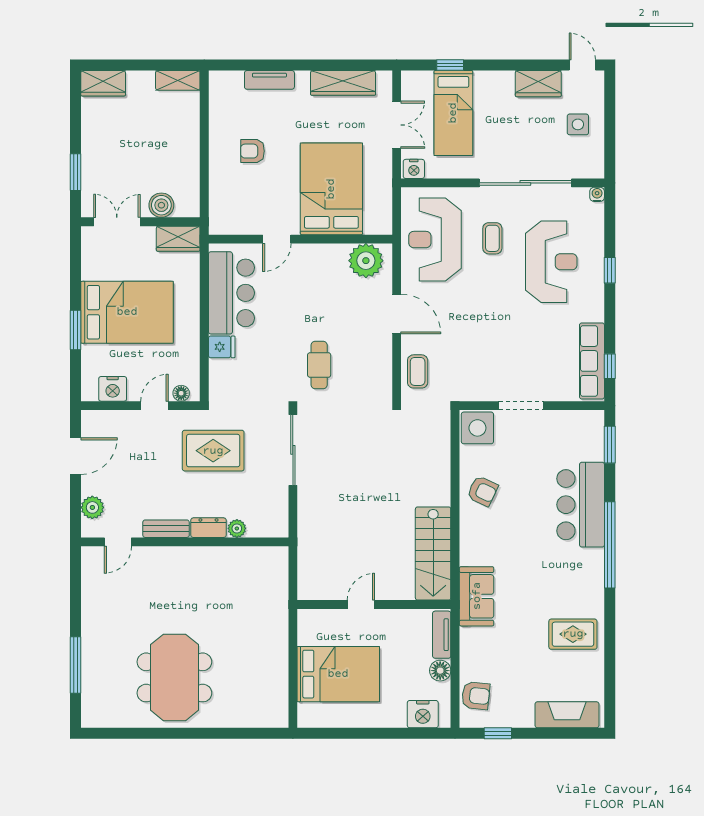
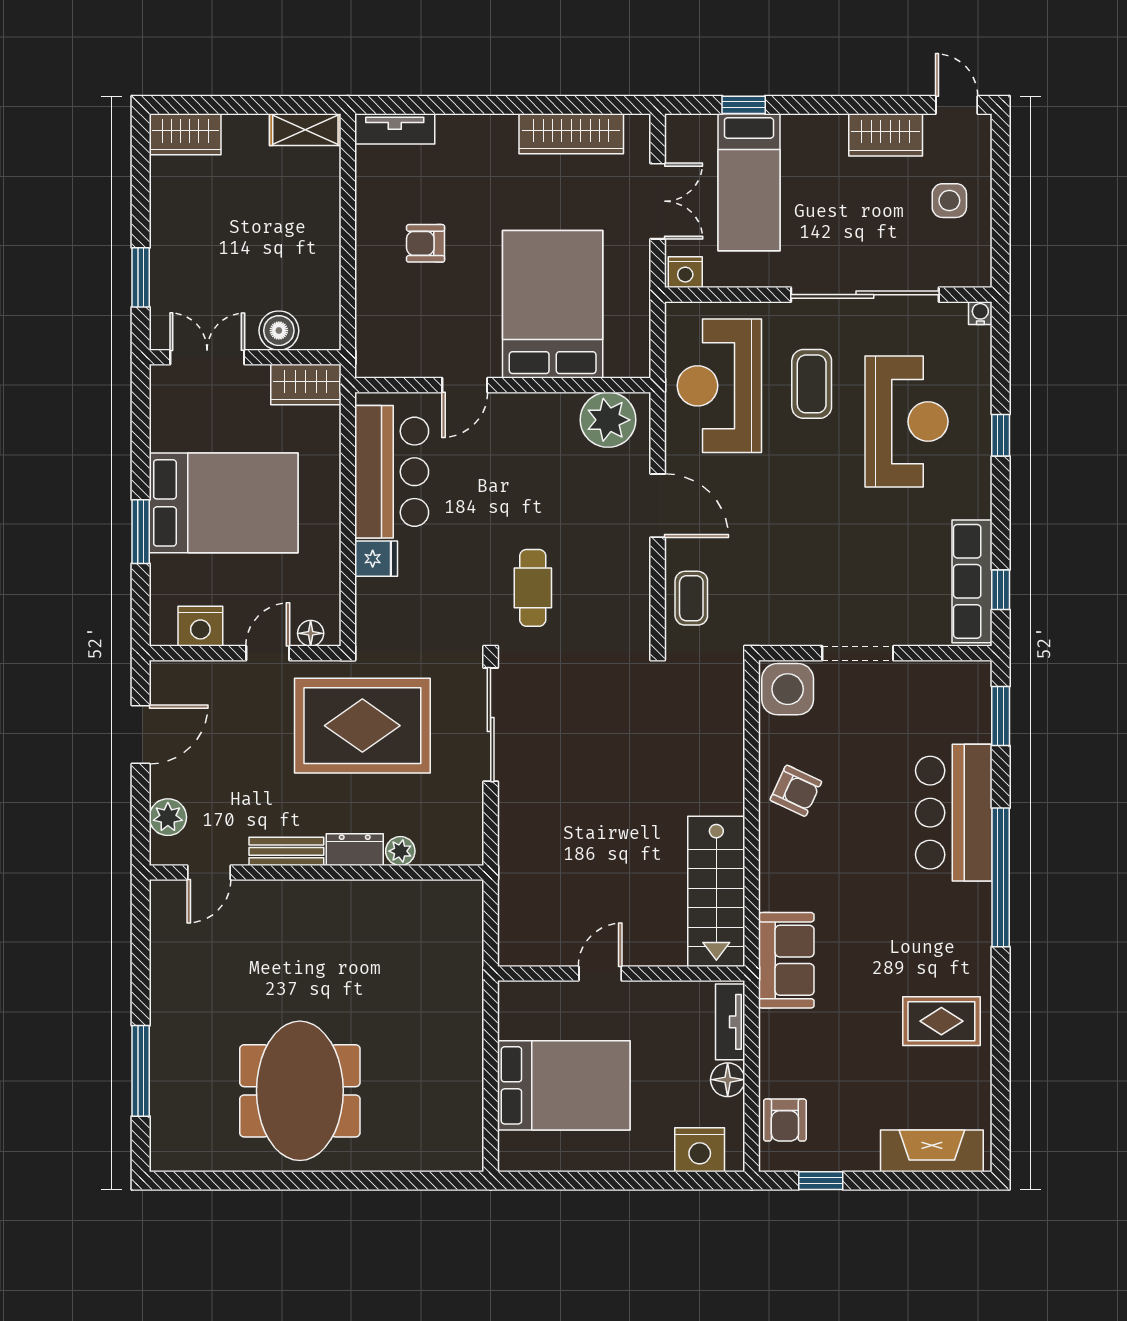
tv unit: (269, 80) -> (395, 129), moved
coffee table: (492, 238) -> (812, 384), width x1.36, depth x1.30
rug: (213, 451) -> (362, 726), width x1.37, depth x1.44
armchair: (476, 696) -> (785, 1120), turned 84

